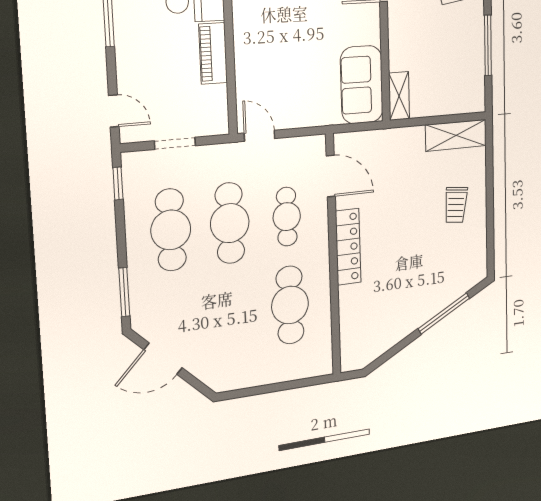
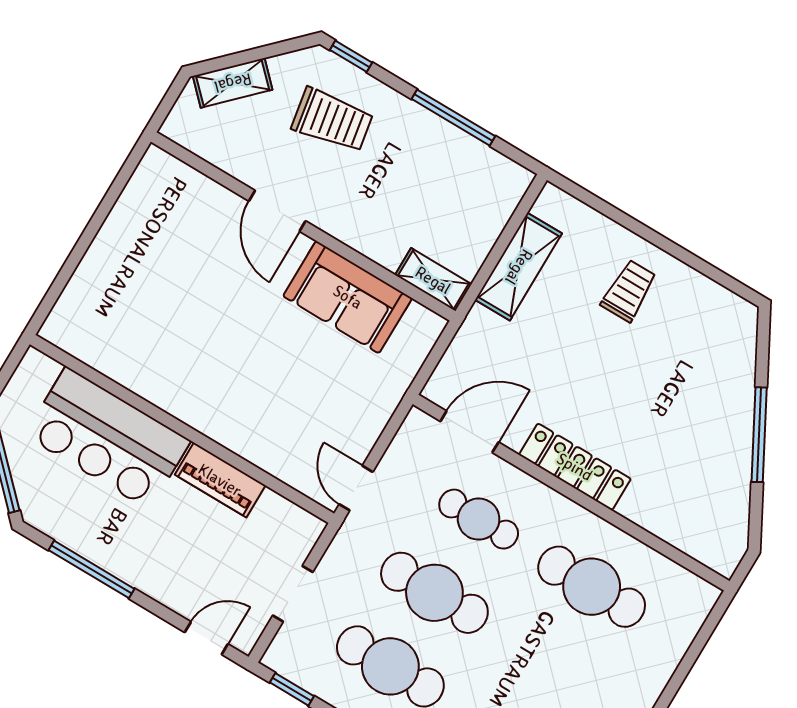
sofa: (362, 85) -> (348, 297), moved
shelving: (456, 135) -> (519, 267), moved
door: (259, 136) -> (356, 488), hinge flipped
trolley: (456, 205) -> (629, 291), turned -96
window: (444, 313) -> (759, 435), moved

